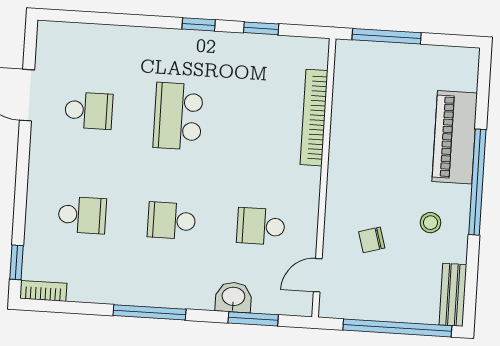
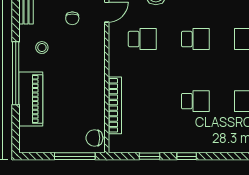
chair: (352, 65) -> (94, 138), added
school desk: (178, 116) -> (195, 101), width x0.54
chair: (372, 240) -> (72, 18), moved, turned 106

